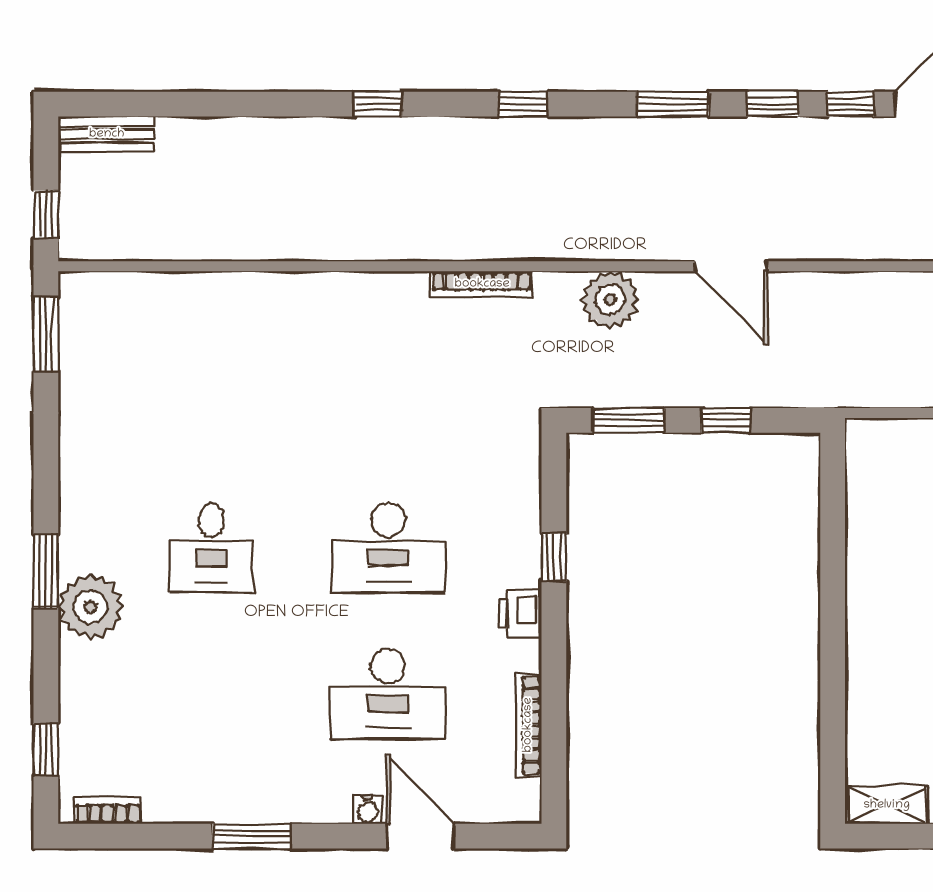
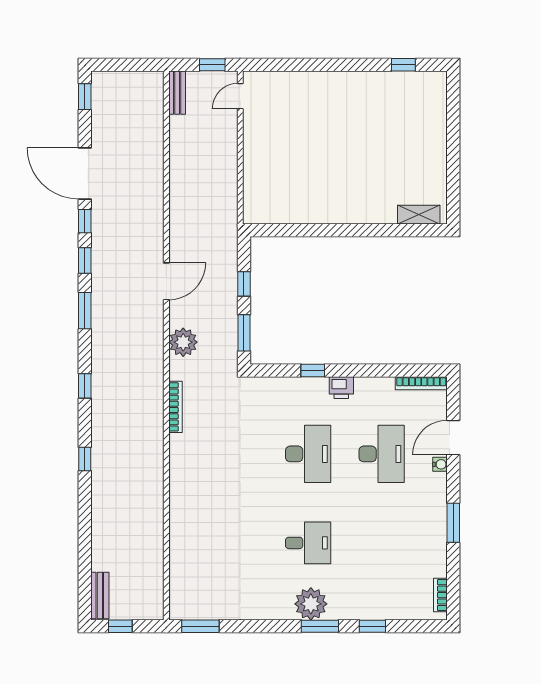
window: (46, 214) -> (120, 626), moved
plant: (90, 607) -> (311, 604), moved
bookcase: (528, 725) -> (421, 383), moved
window: (46, 750) -> (372, 626), moved
shelving: (887, 805) -> (419, 215), moved, turned 90

